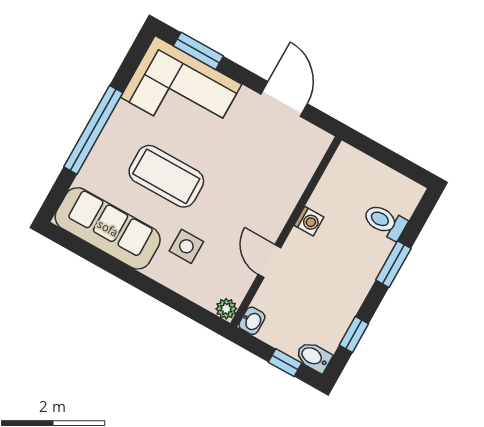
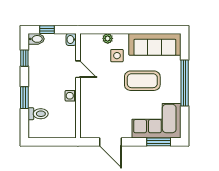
plant: (226, 309) -> (108, 38), moved

